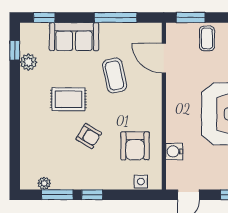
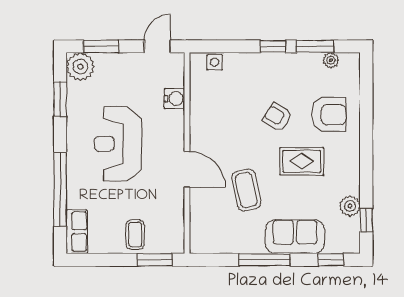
window: (116, 17) -> (264, 260), moved
door: (164, 58) -> (187, 169), moved
armchair: (135, 146) -> (329, 115), moved, turned 90

